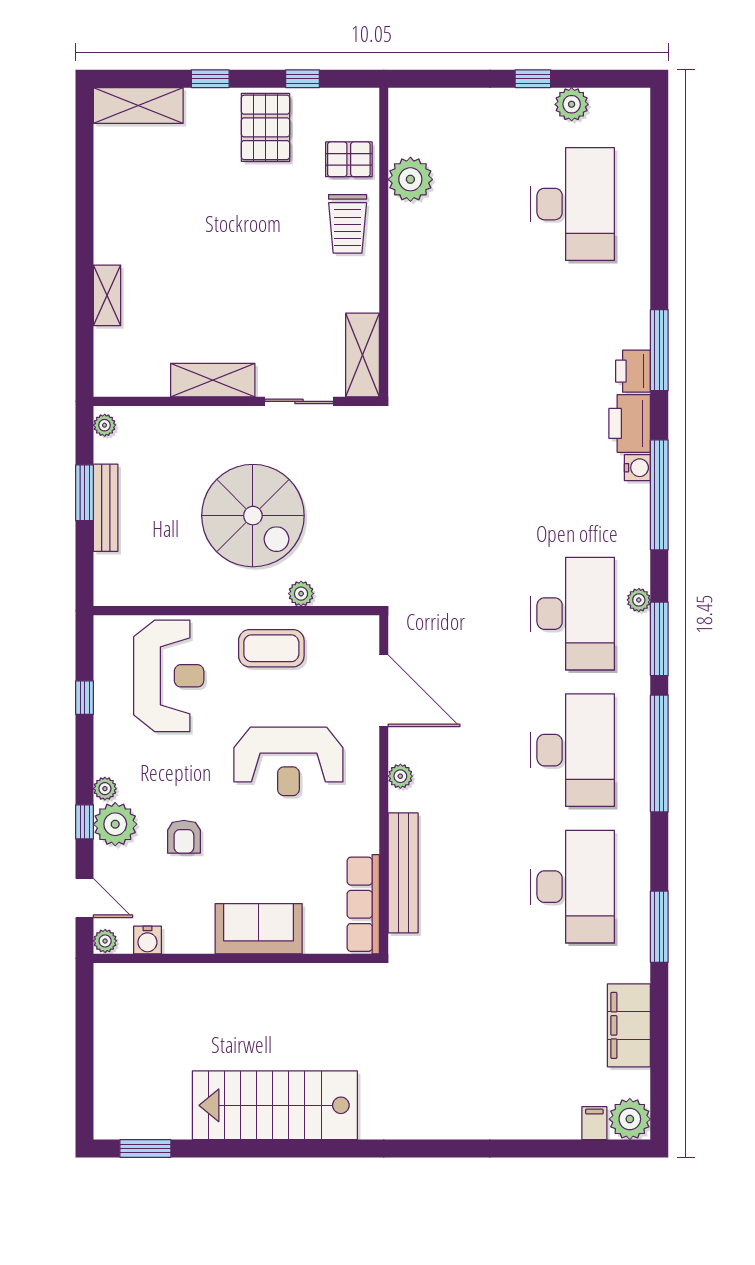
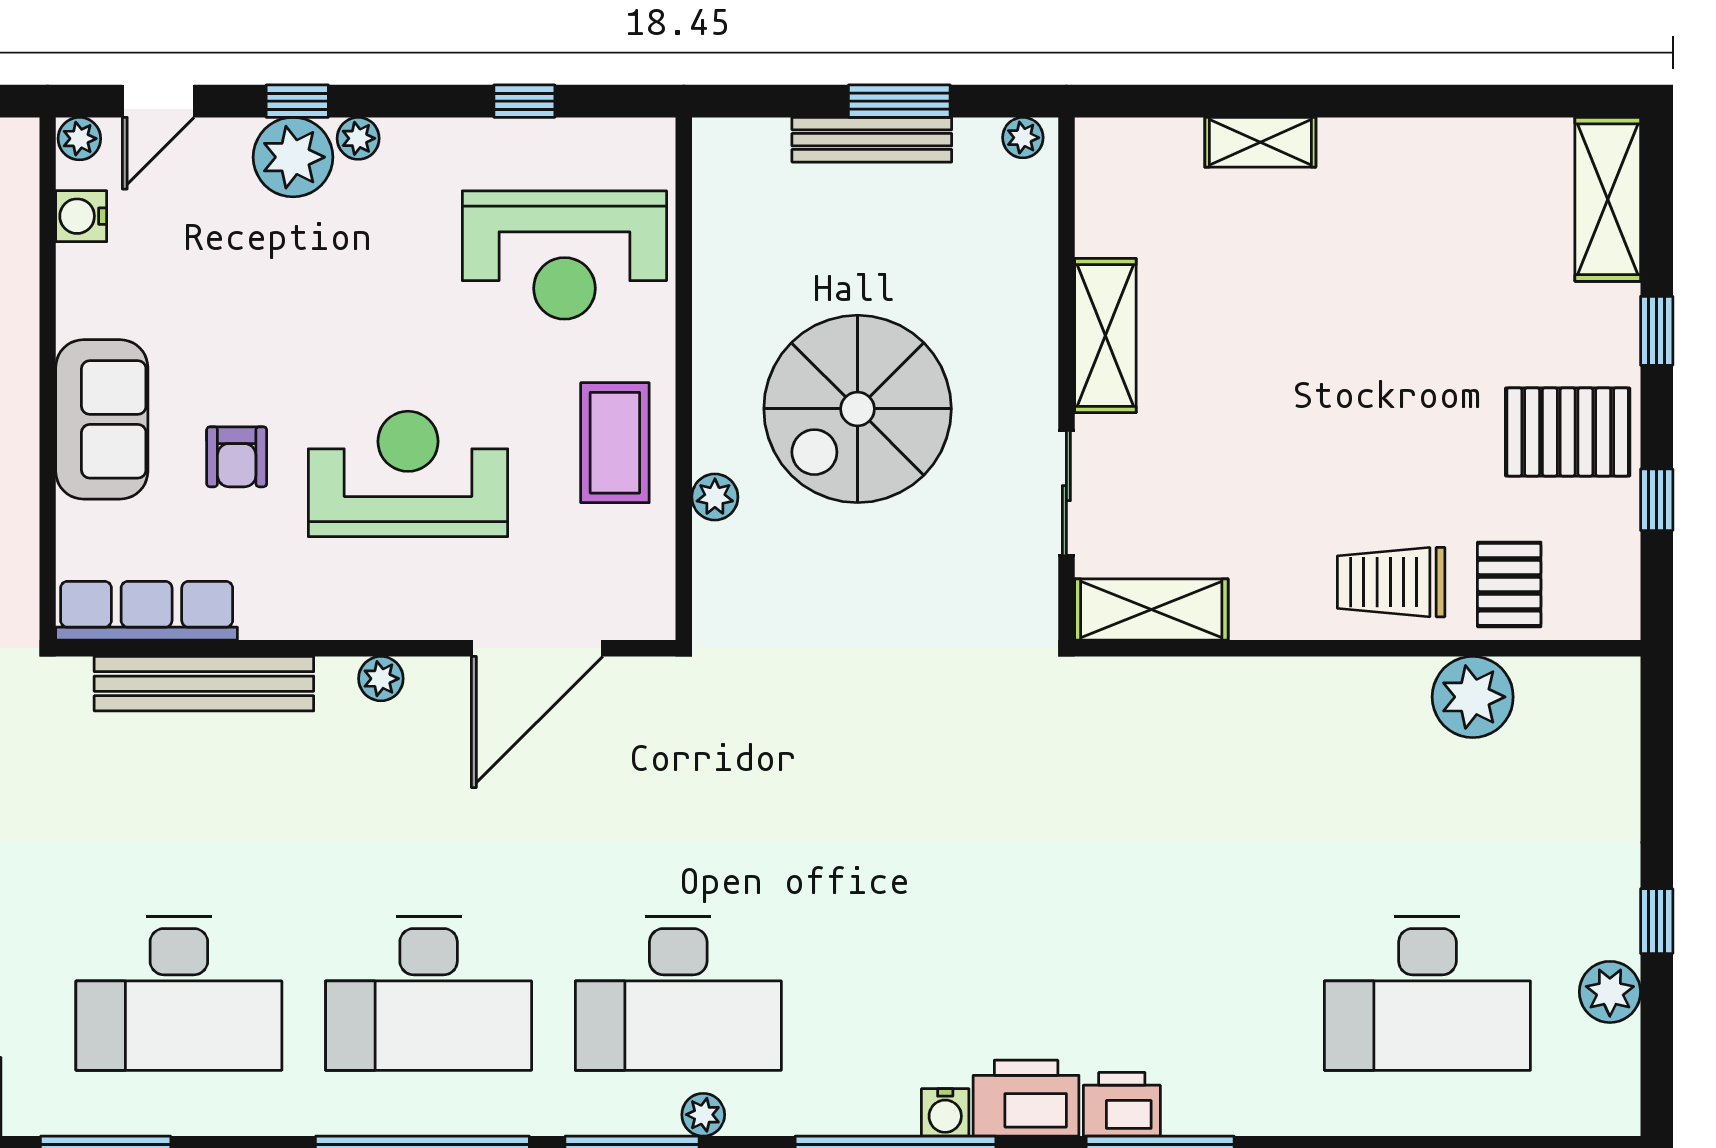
reception desk: (288, 761) -> (408, 474), turned 90
armchair: (184, 837) -> (237, 457), moved, turned -90

